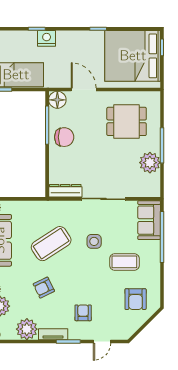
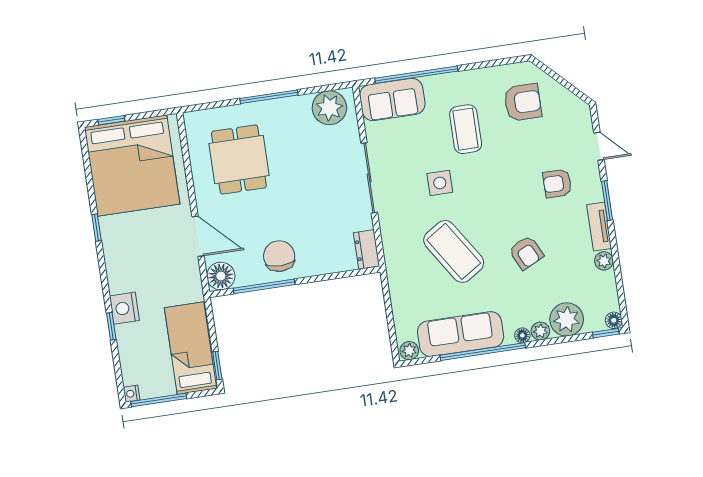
door: (84, 90) -> (198, 236), swing flipped
plant: (150, 163) -> (329, 108), moved
dresser: (65, 191) -> (367, 249), width x0.70
plant: (27, 329) -> (604, 261), width x0.53, depth x0.53

